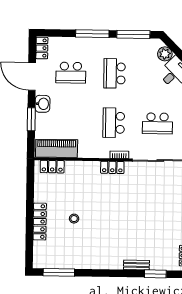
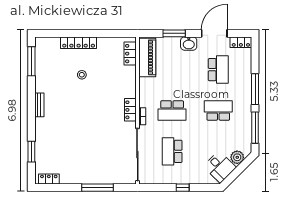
school desk: (71, 73) -> (218, 70), turned 180
school desk: (114, 123) -> (172, 110), turned 180
bench: (136, 265) -> (39, 105), moved

